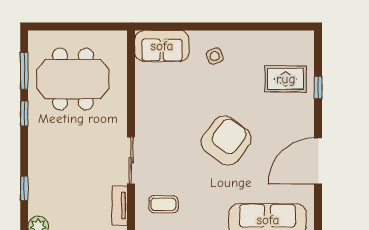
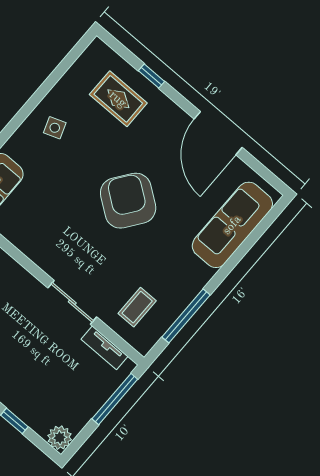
side table: (215, 56) -> (55, 128), moved
rug: (286, 79) -> (118, 99), turned 90

